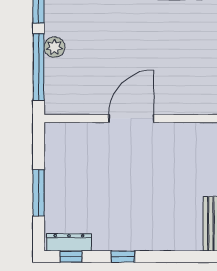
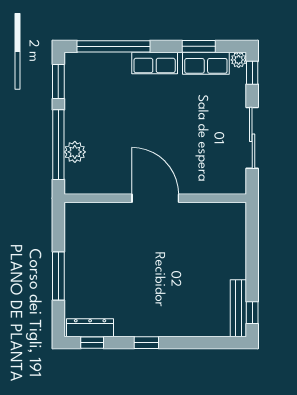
plant: (54, 47) -> (75, 152), moved
door: (131, 118) -> (155, 198), hinge flipped

